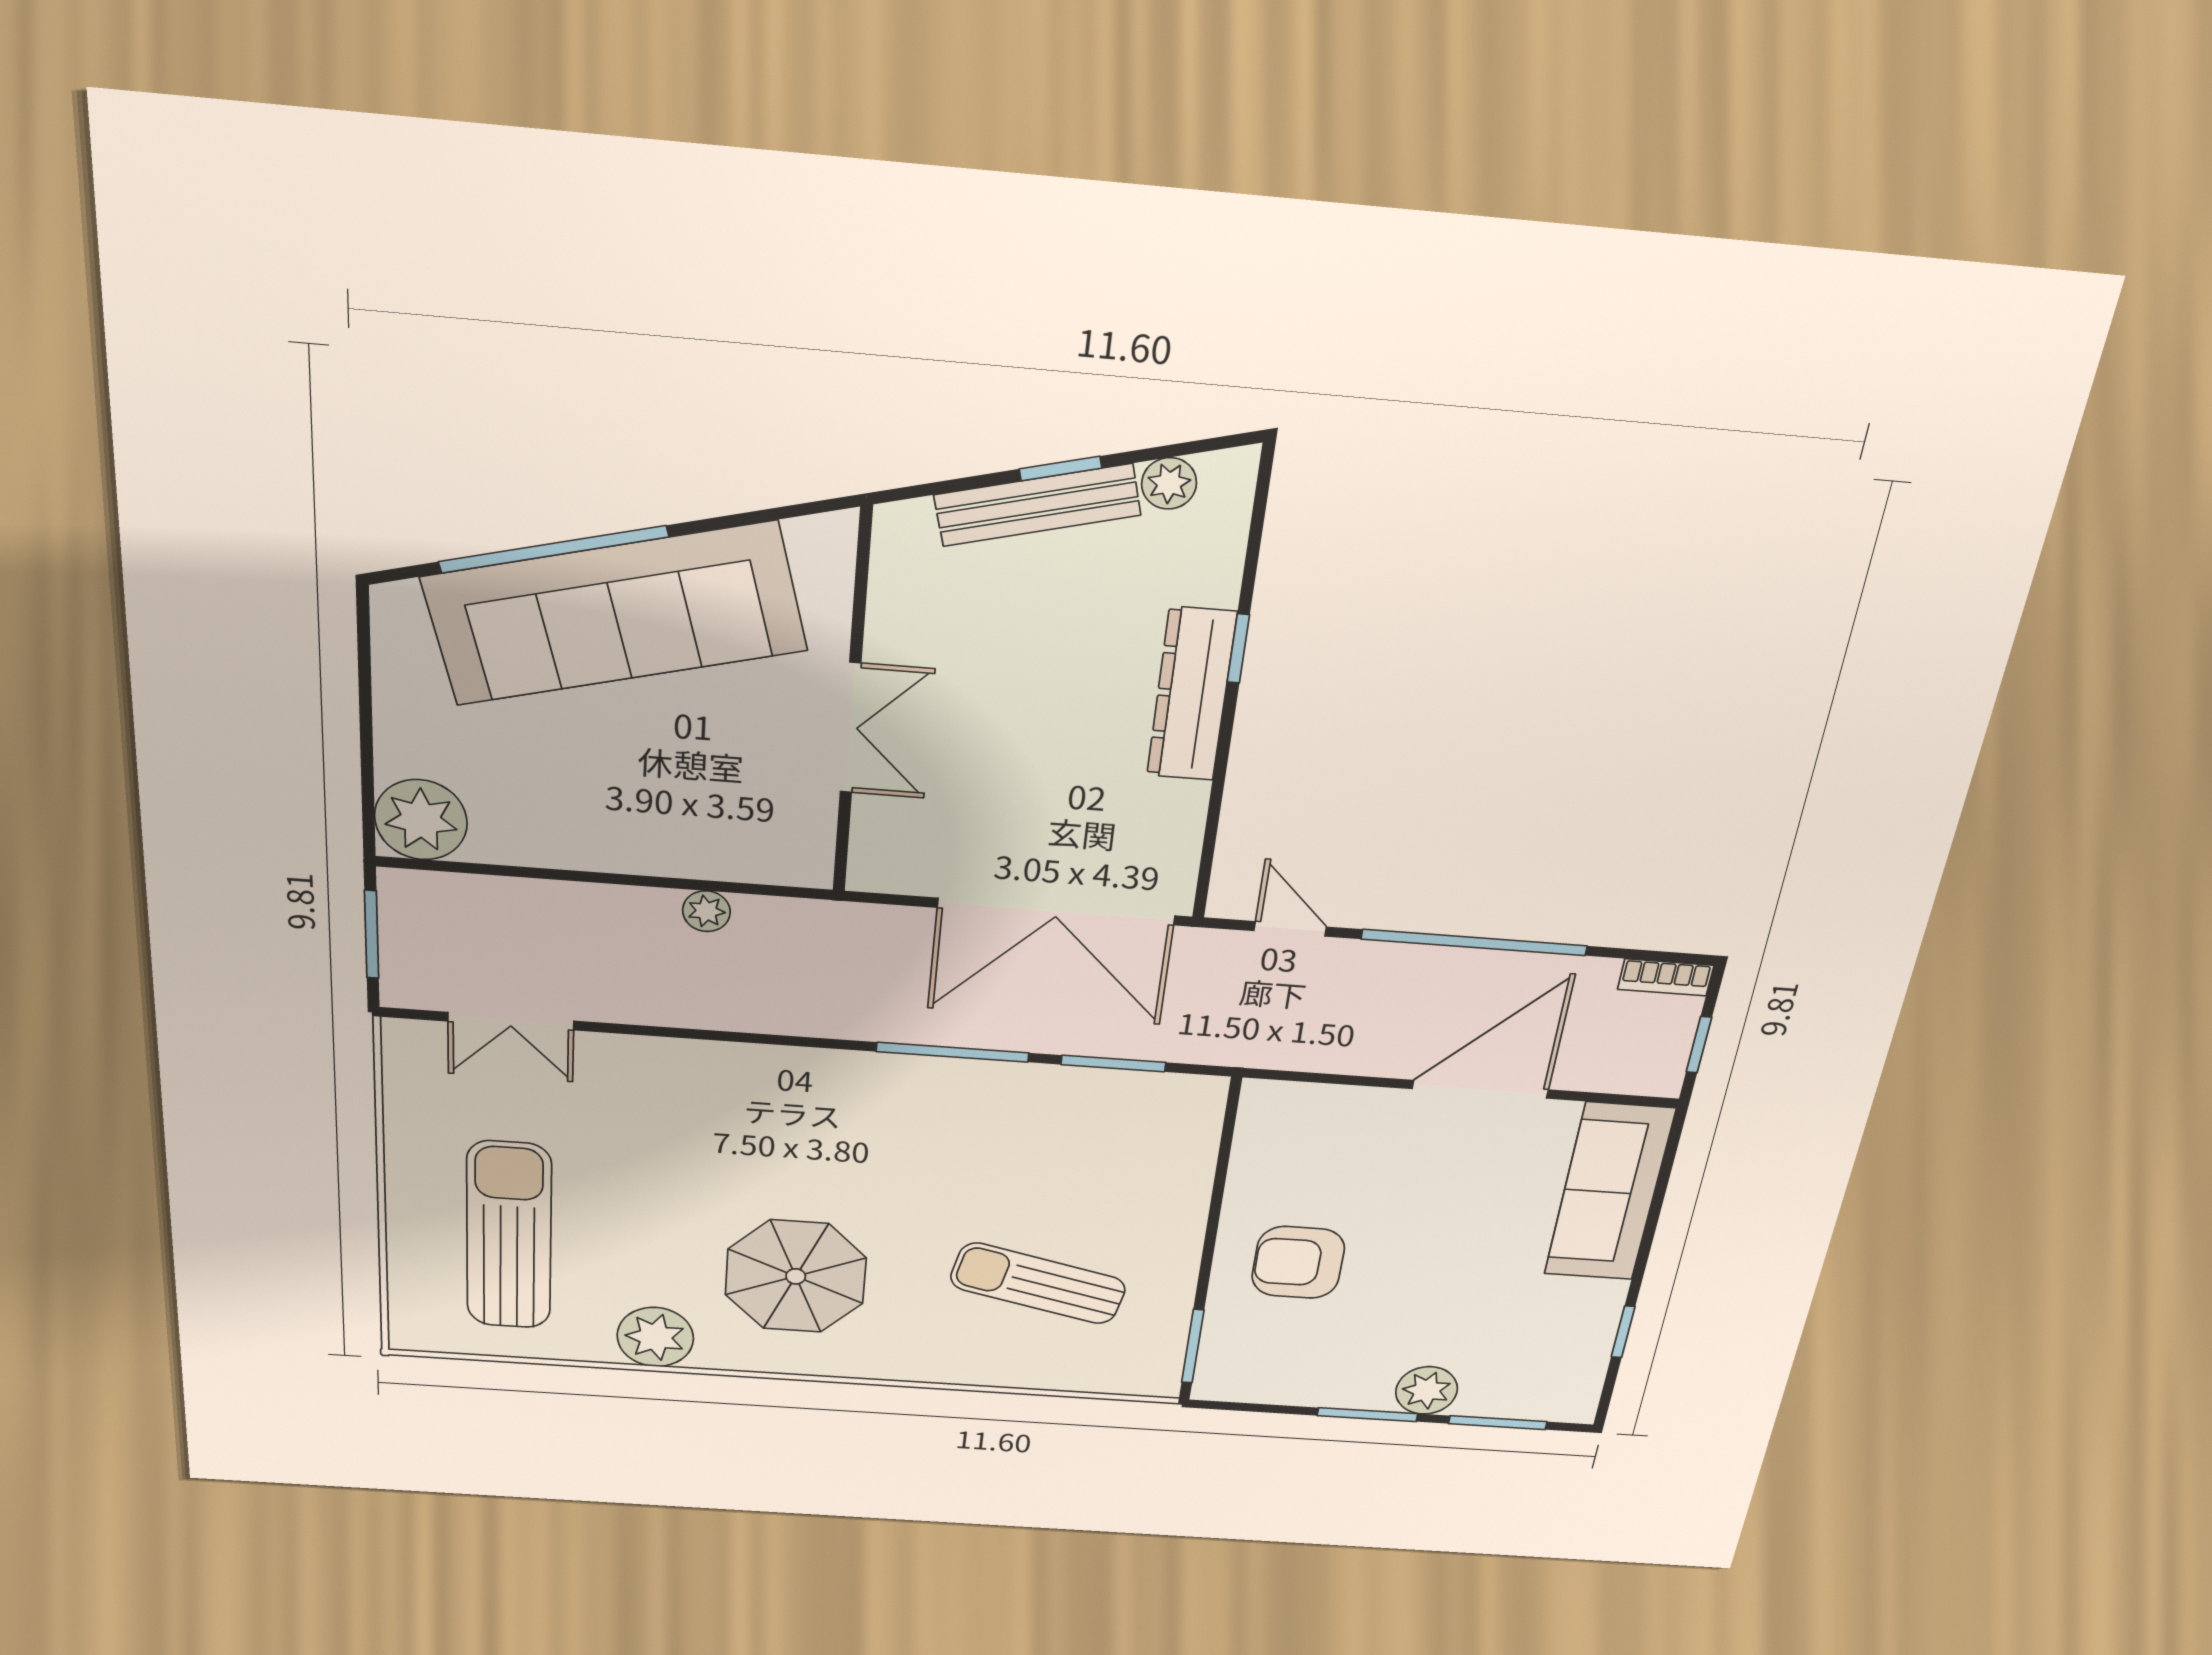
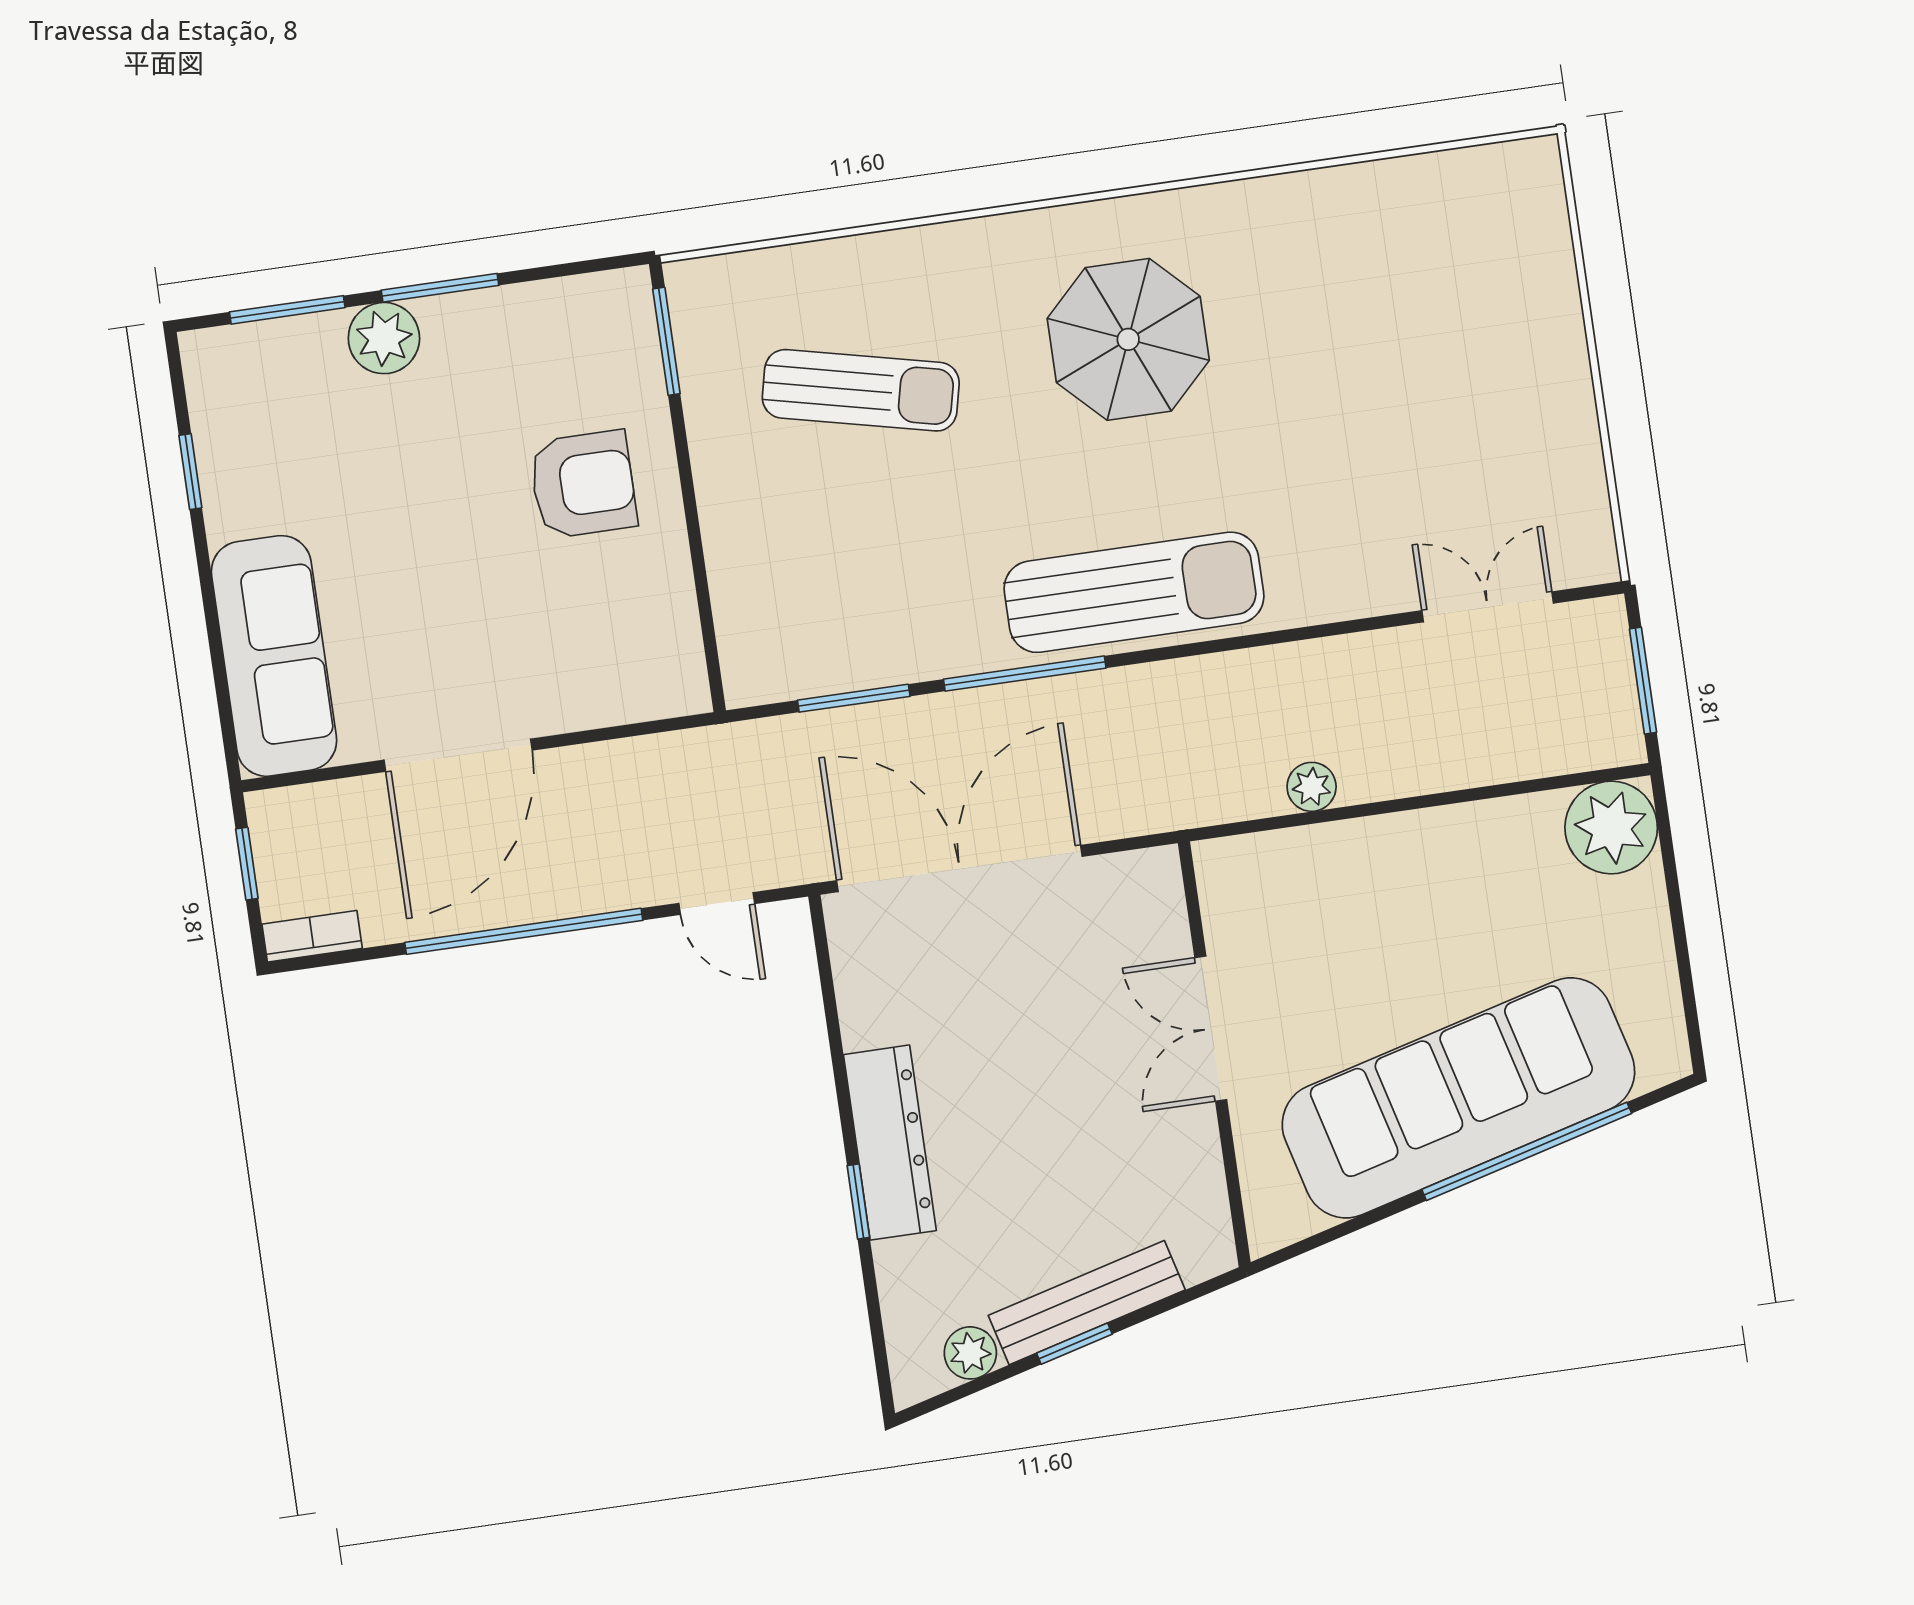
sun lounger: (509, 1236) -> (1134, 592), moved, turned -90
plant: (655, 1337) -> (1266, 218), removed

